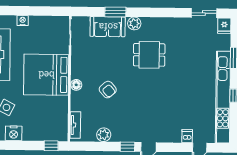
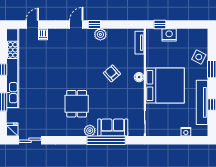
window: (115, 12) -> (106, 140), width x2.11
dining table: (149, 55) -> (77, 104), turned 90
nightstand: (14, 133) -> (169, 35), moved
plant: (104, 135) -> (100, 34), moved

